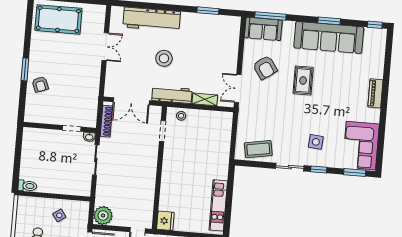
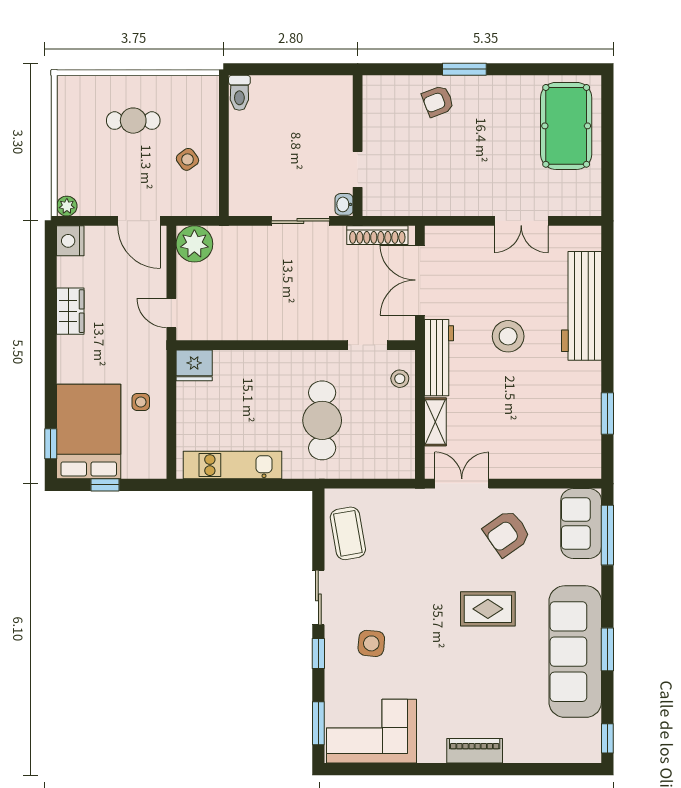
cafe table: (199, 157) -> (322, 420), added

